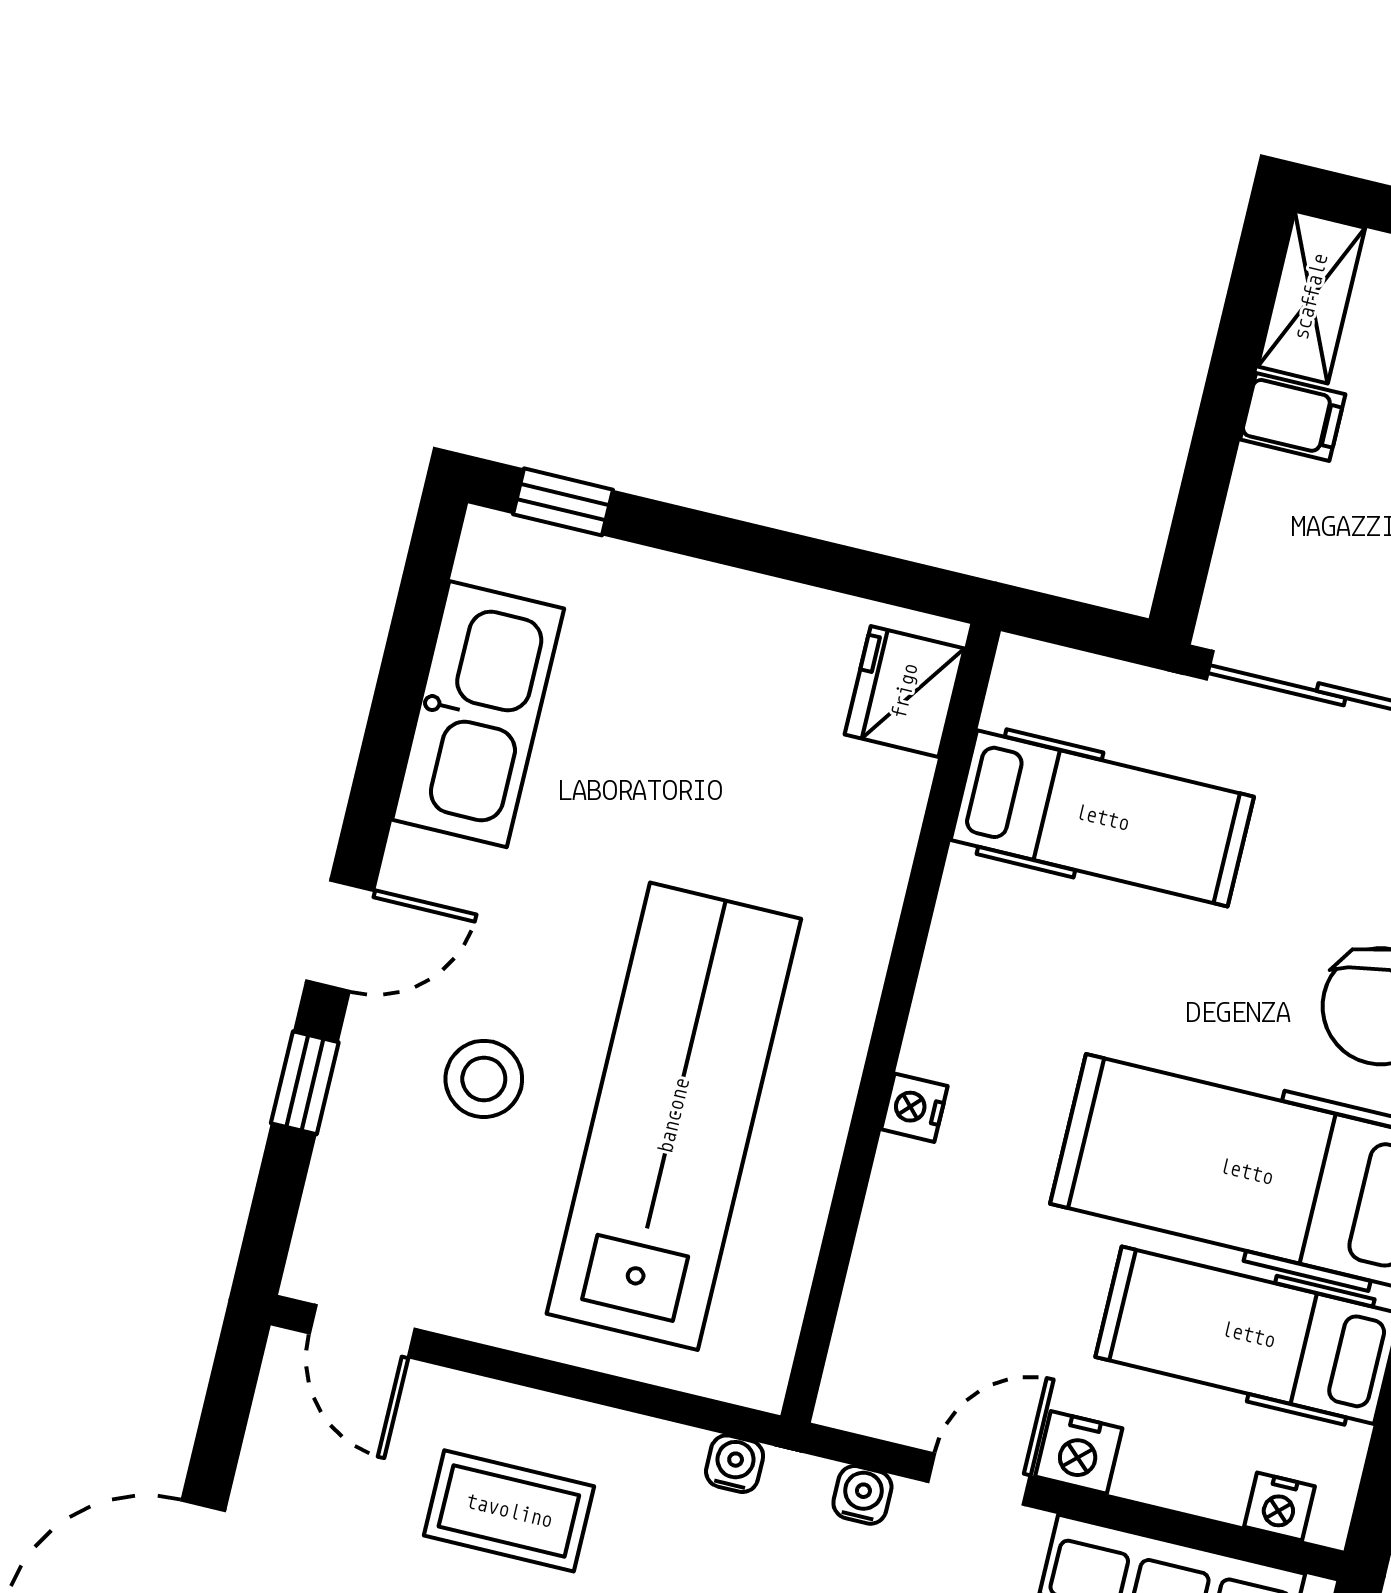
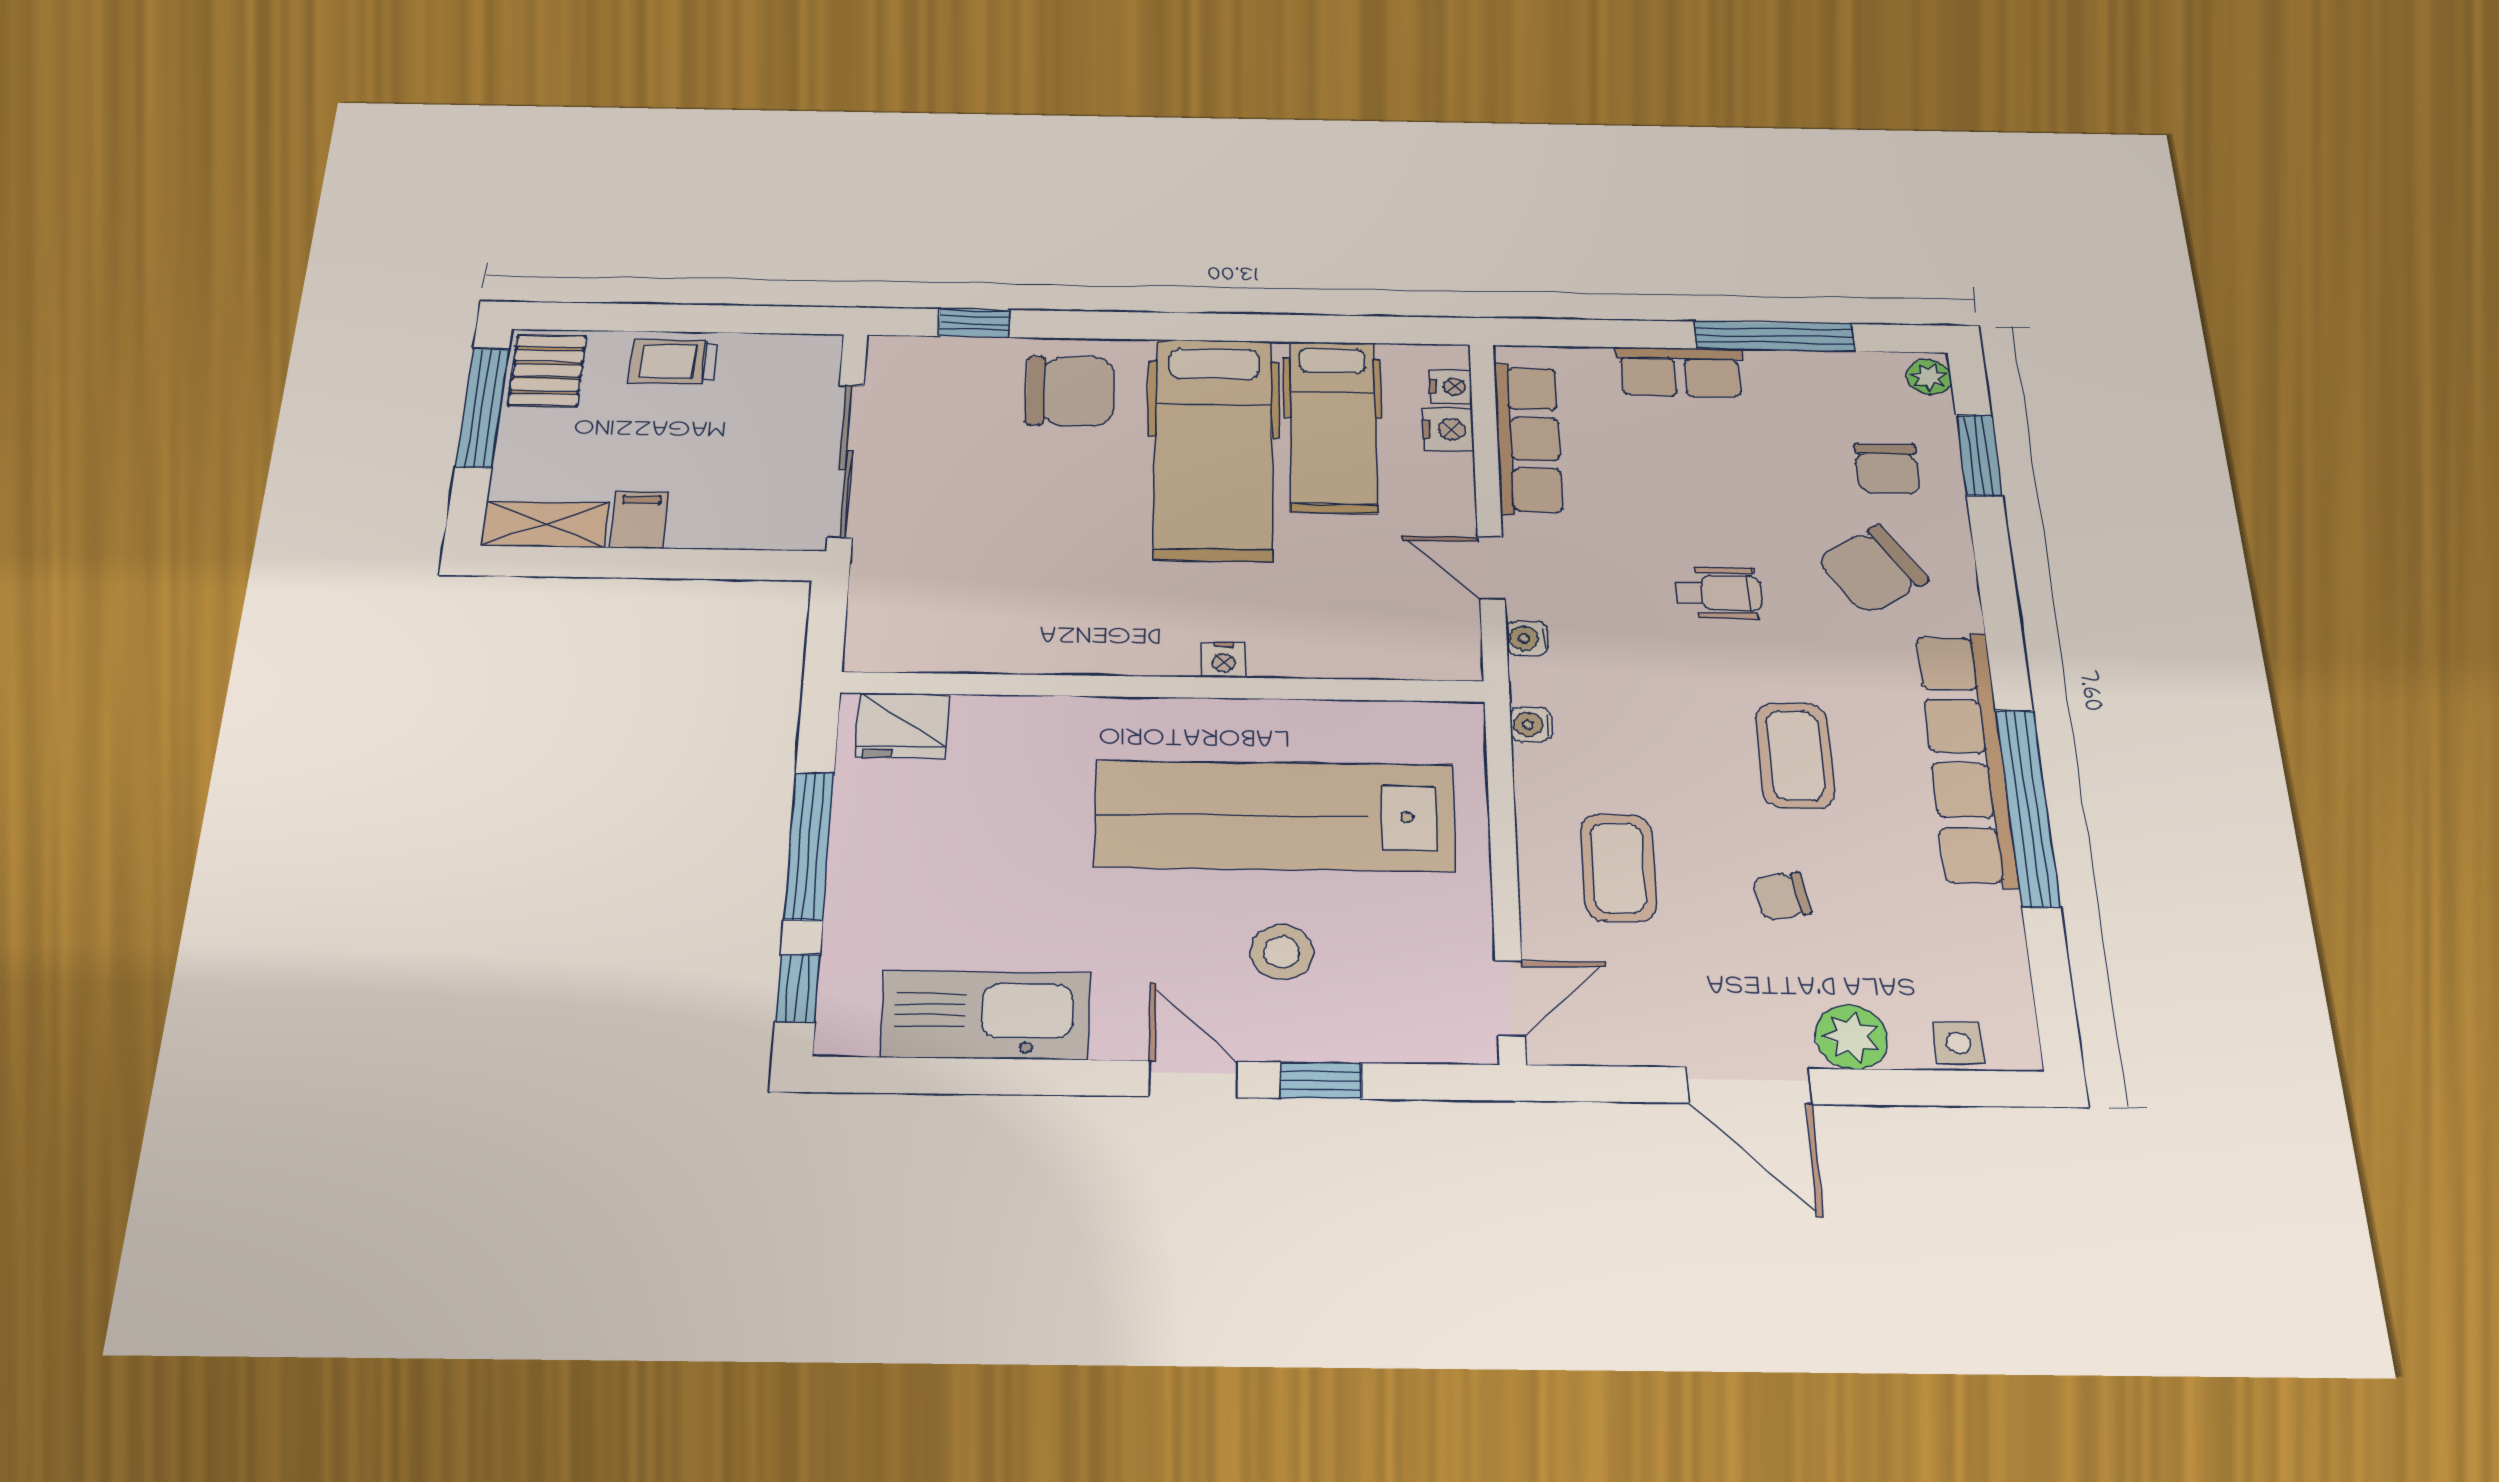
window: (756, 548) -> (809, 846), added
hospital bed: (1102, 818) -> (972, 582), removed
nightstand: (1079, 1452) -> (1448, 429), moved

